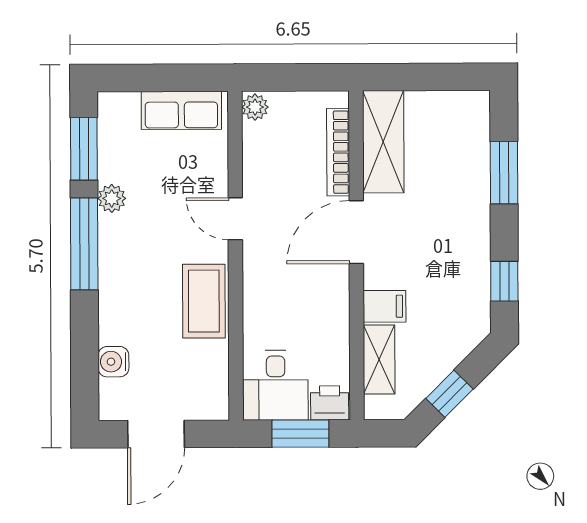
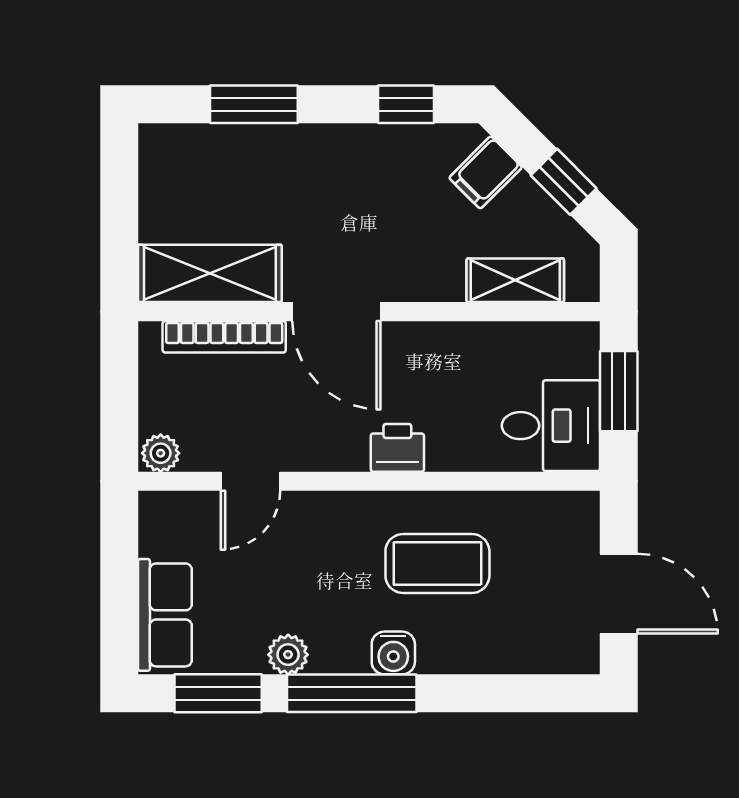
row of seats: (181, 110) -> (165, 615), moved
door: (235, 219) -> (250, 481), moved
coffee table: (204, 301) -> (437, 564), moved
filing cabinet: (385, 306) -> (486, 172), moved, turned -135
water cooler: (113, 362) -> (393, 653), moved
printer: (330, 403) -> (397, 448), moved, turned 90

